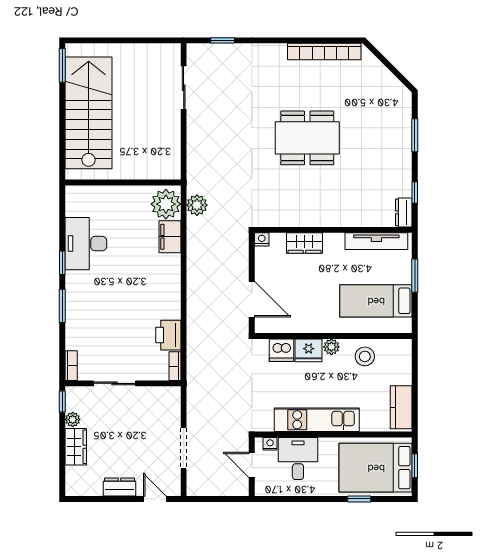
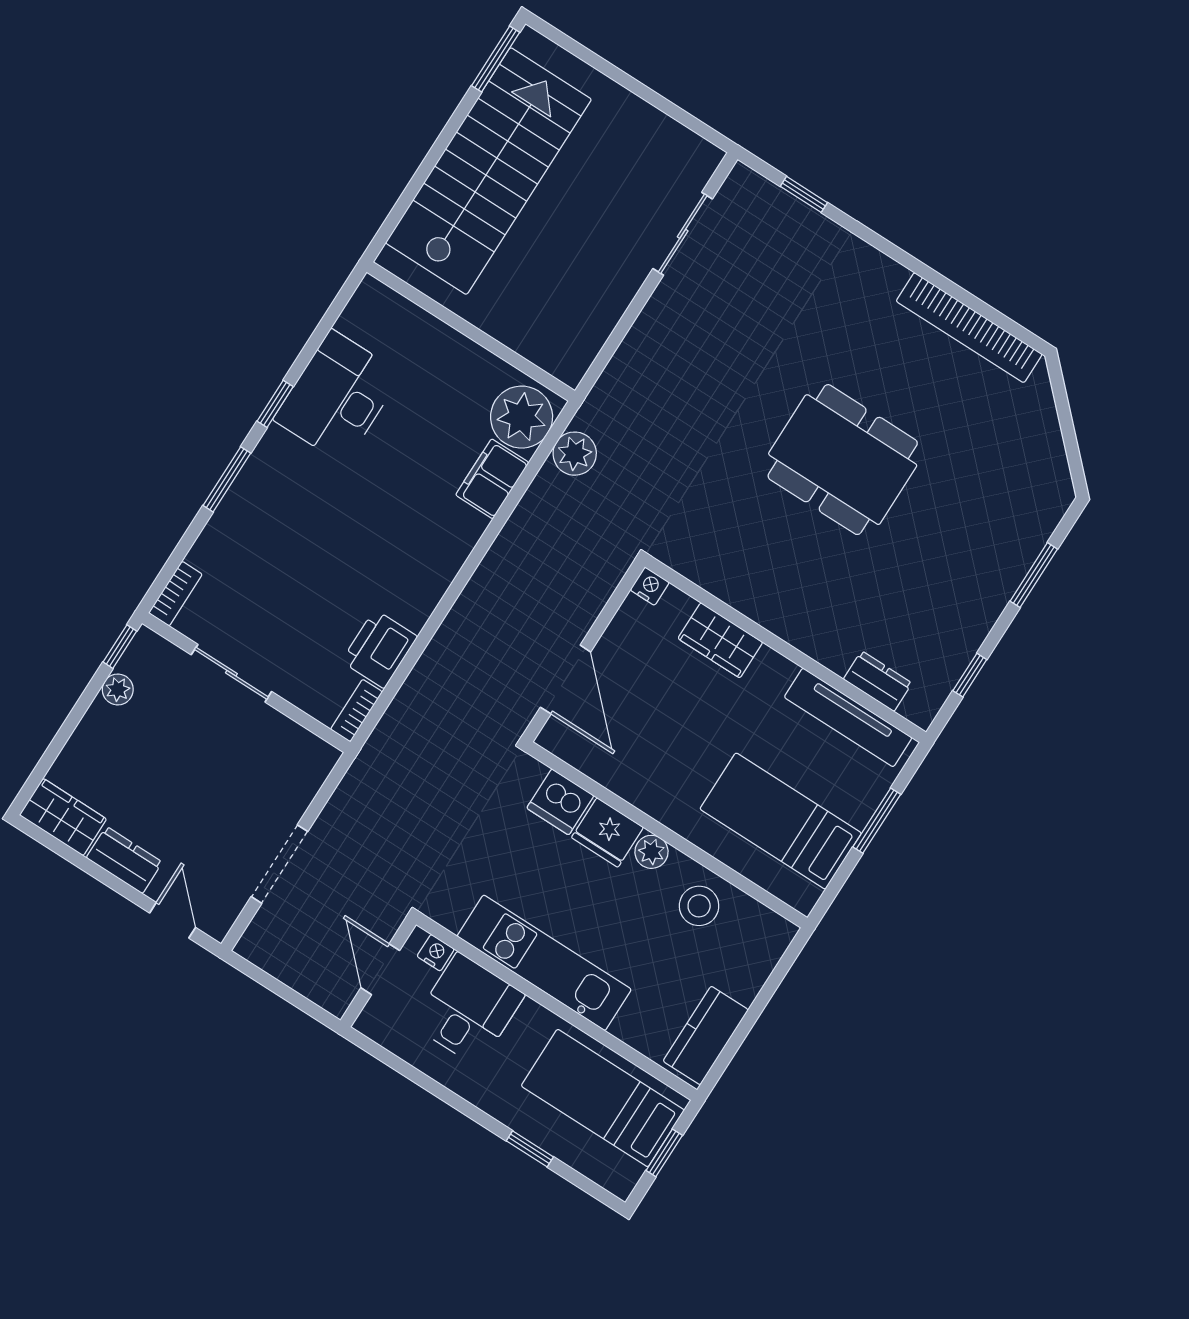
dresser: (404, 212) -> (878, 681), moved, turned 90
wardrobe: (76, 447) -> (63, 817), moved, turned -90
bed: (376, 468) -> (603, 1098), width x0.67

